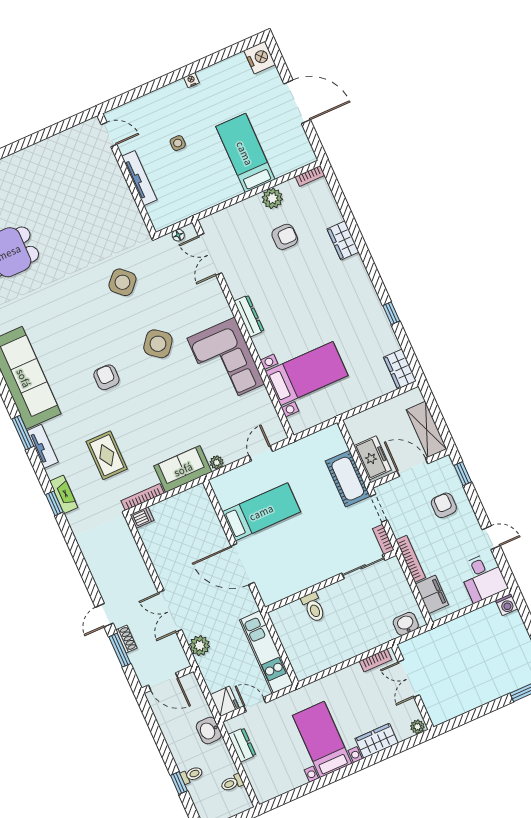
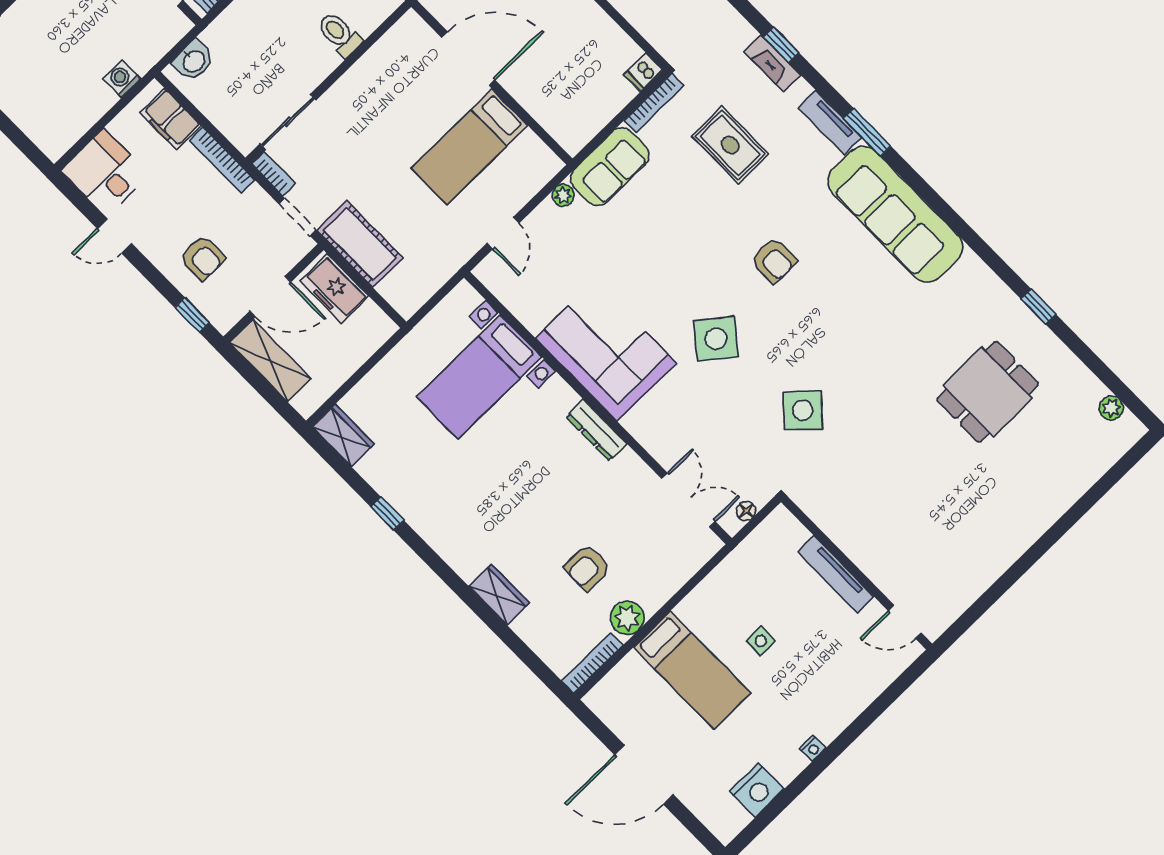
nightstand: (260, 57) -> (757, 790), moved, turned -90
side table: (178, 143) -> (761, 641), moved
bookcase: (310, 176) -> (592, 663), width x1.56
washing machine: (507, 605) -> (122, 79), moved

